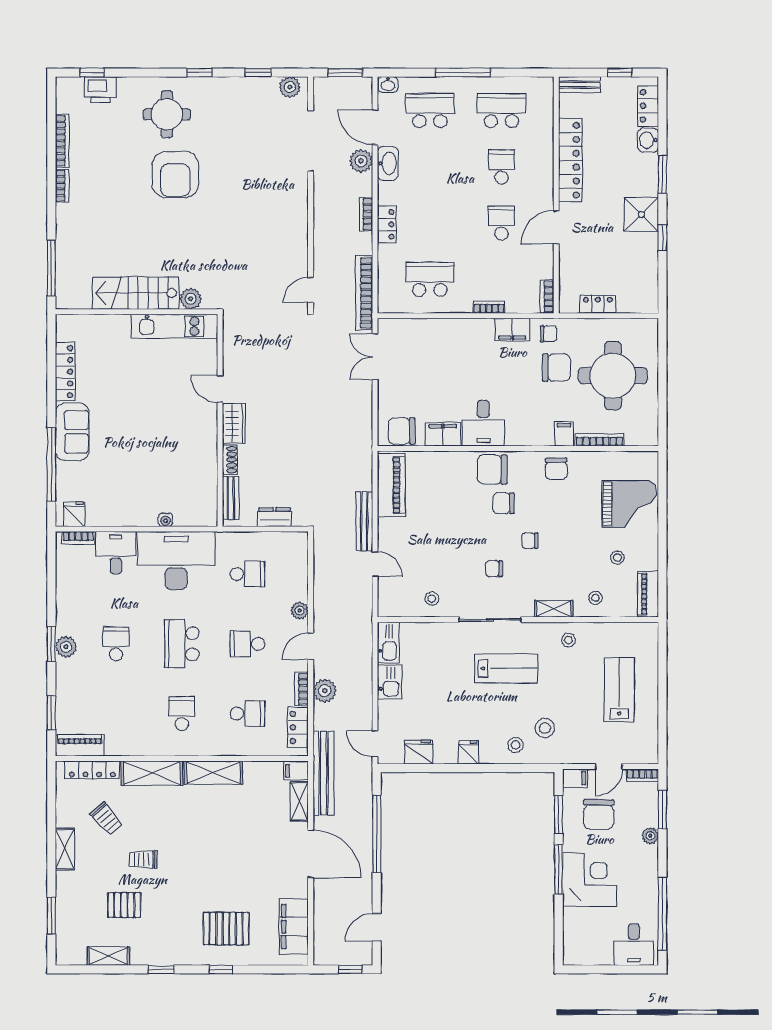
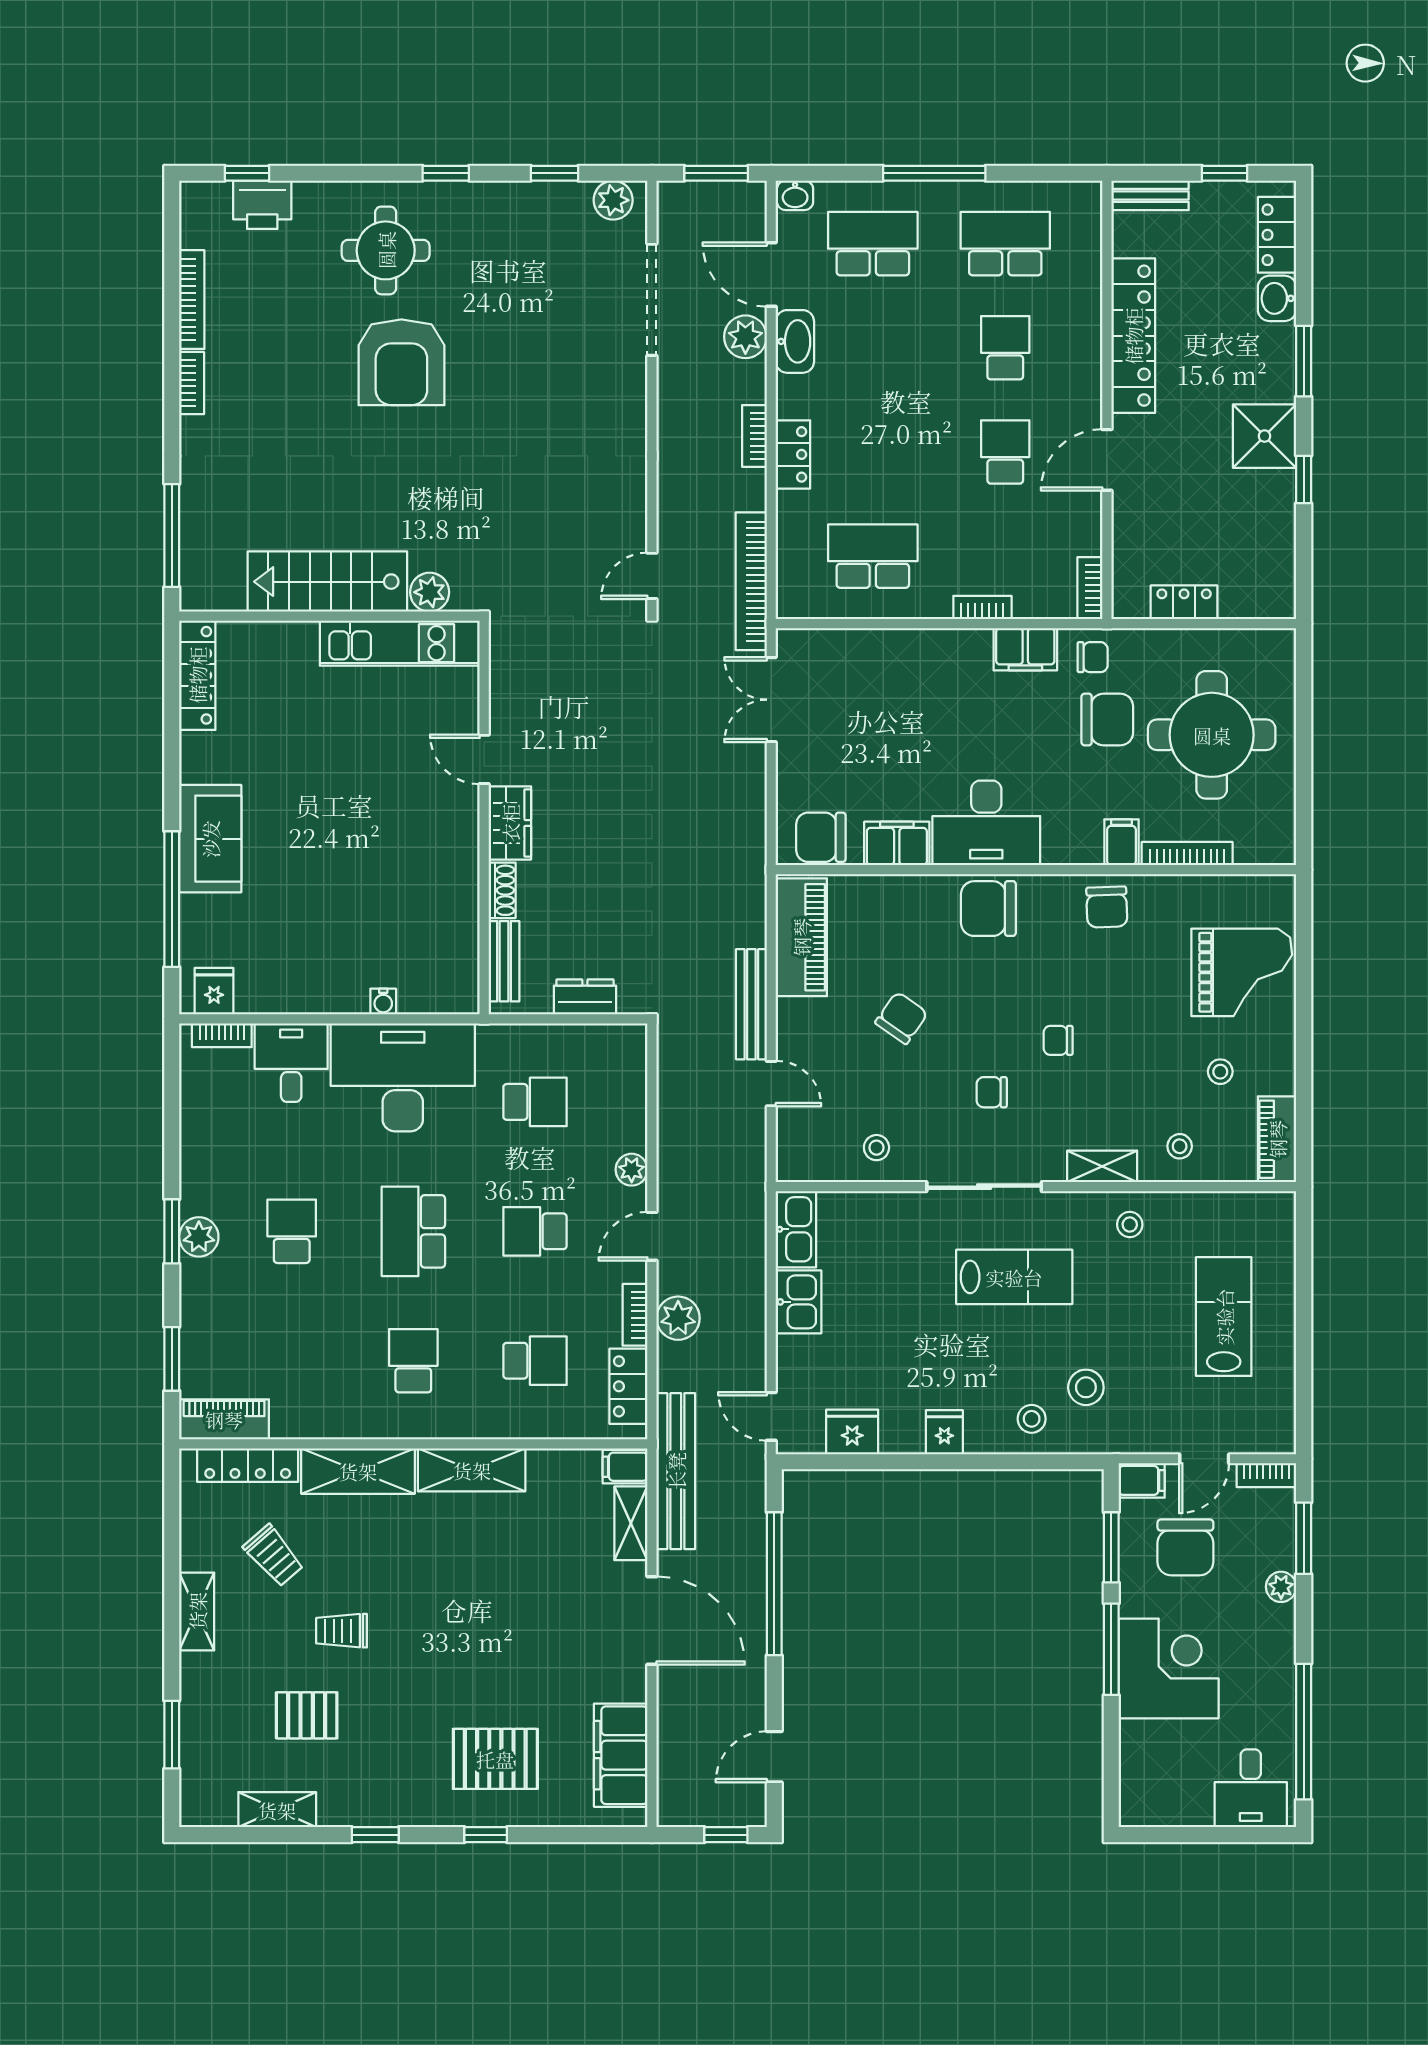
locker: (65, 372) -> (197, 675), moved
desk: (483, 423) -> (986, 823), width x1.37
chair: (504, 503) -> (901, 1018), moved, turned 125

